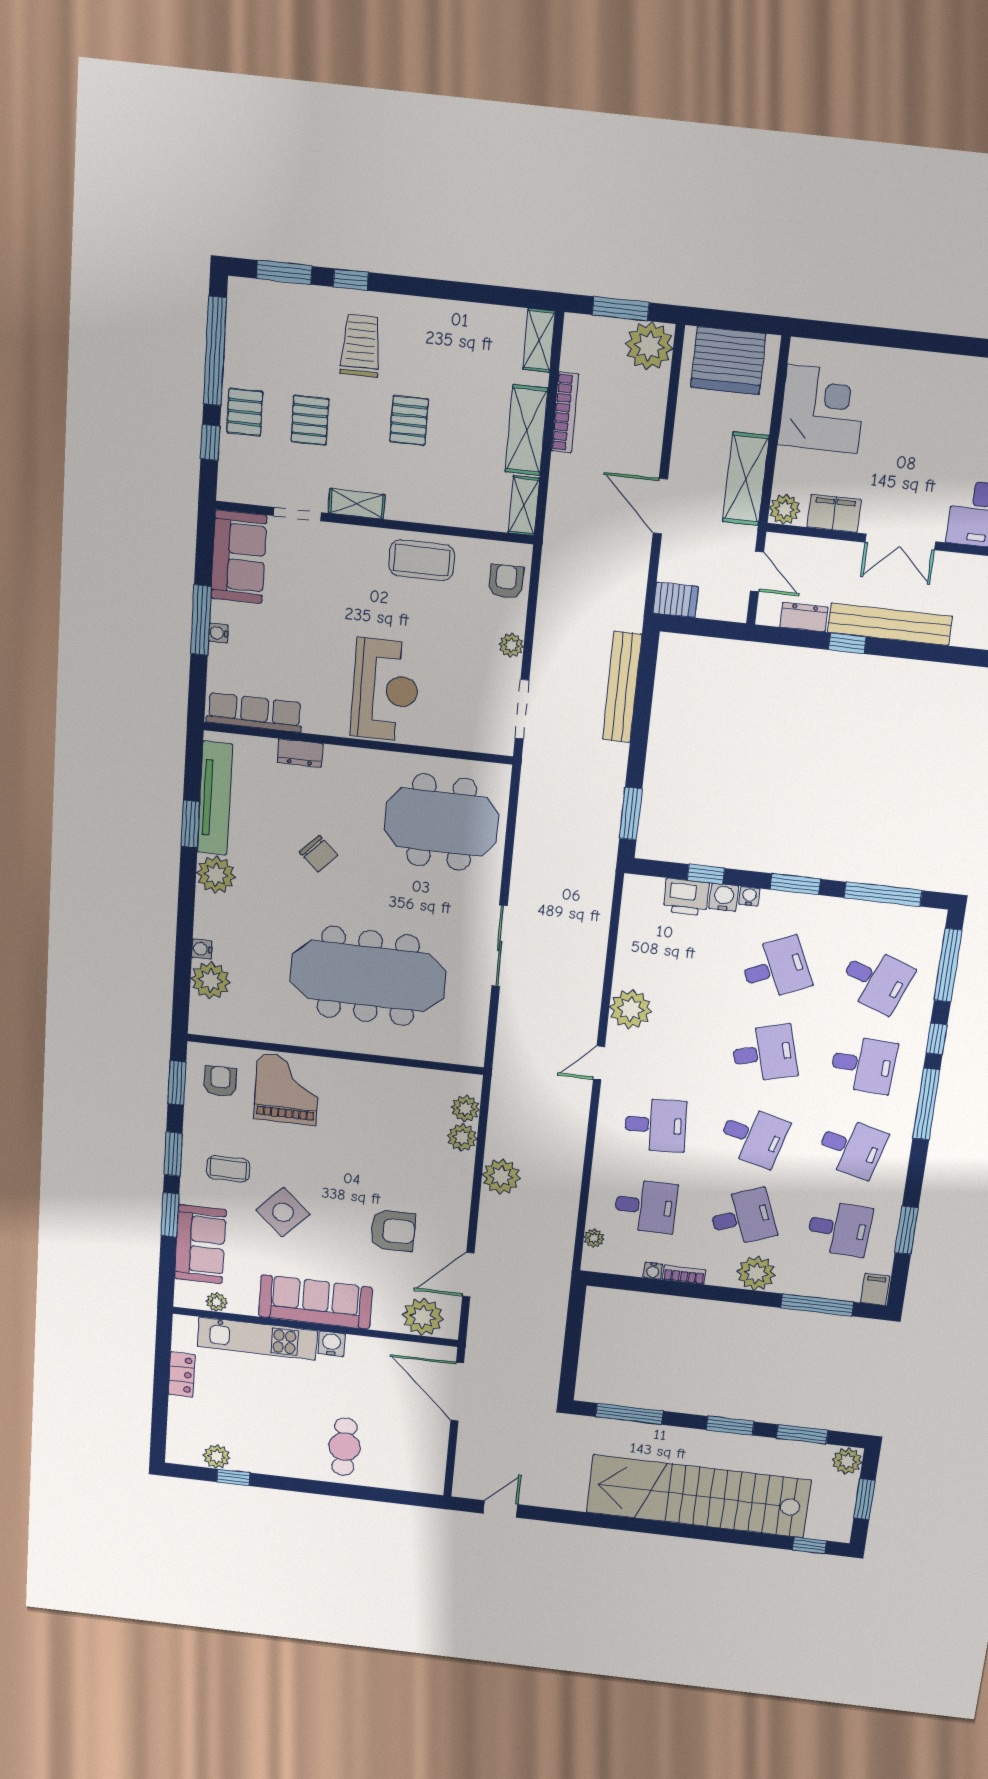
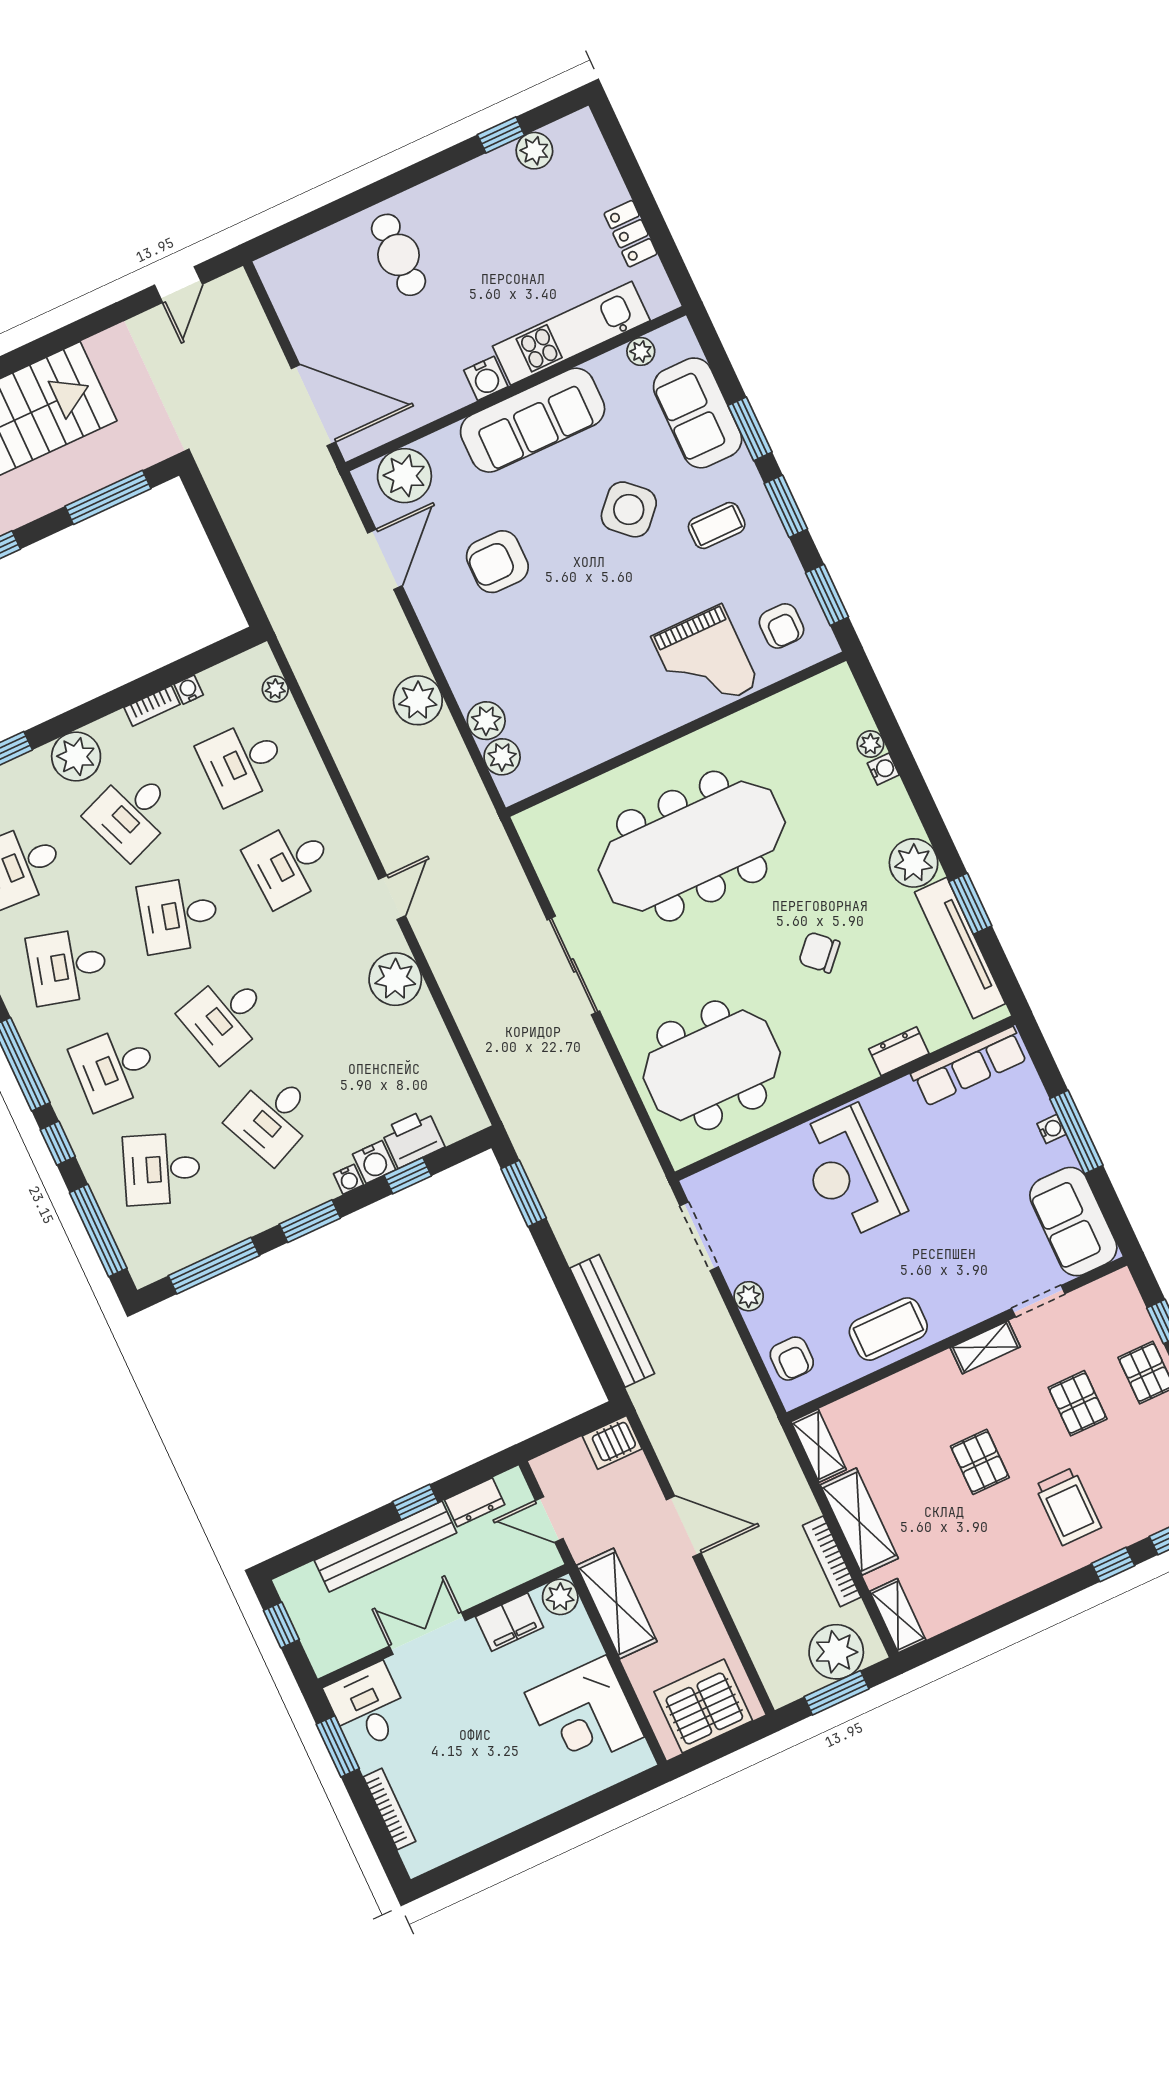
plant: (649, 346) -> (836, 1652), moved
plant: (210, 980) -> (870, 744), width x0.53, depth x0.53

